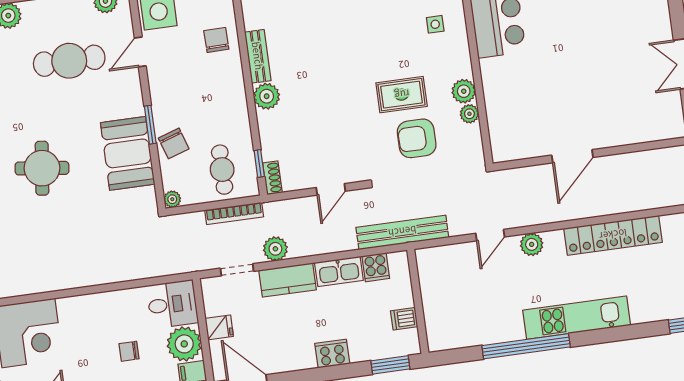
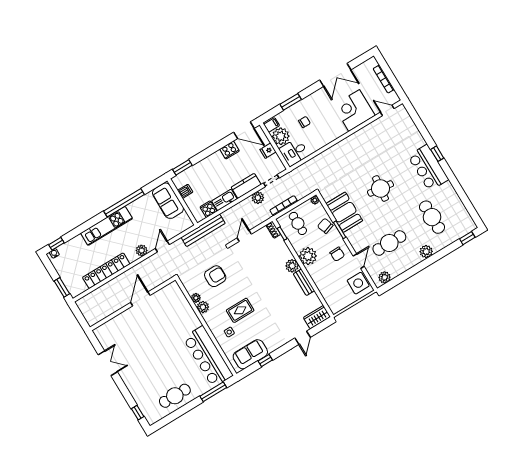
chair: (216, 40) -> (337, 254), moved
rug: (402, 95) -> (240, 310), moved
plant: (230, 102) -> (308, 256), added
sofa: (443, 315) -> (168, 201), added
cooker: (332, 354) -> (230, 150), moved

